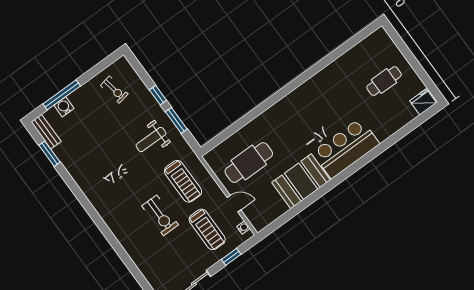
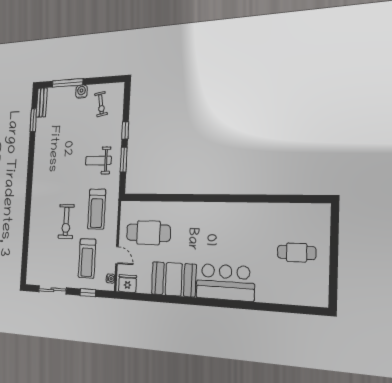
fridge: (423, 102) -> (127, 284), moved
water cooler: (64, 107) -> (81, 92), moved

